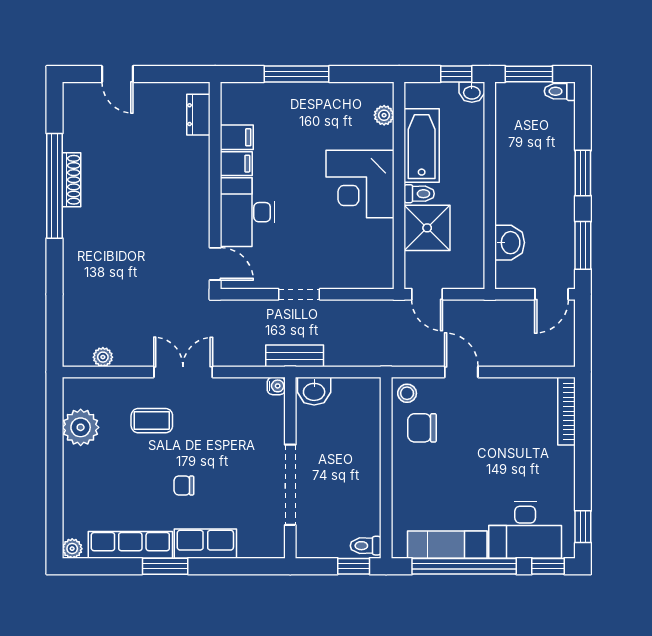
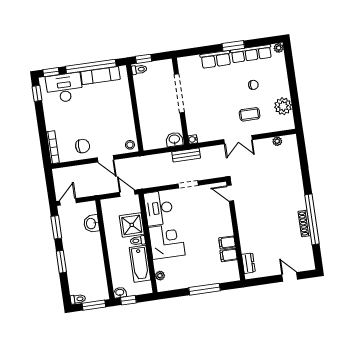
desk: (247, 212) -> (159, 208), moved, turned 180
chair: (422, 428) -> (83, 146), moved
chair: (184, 485) -> (253, 85), moved

